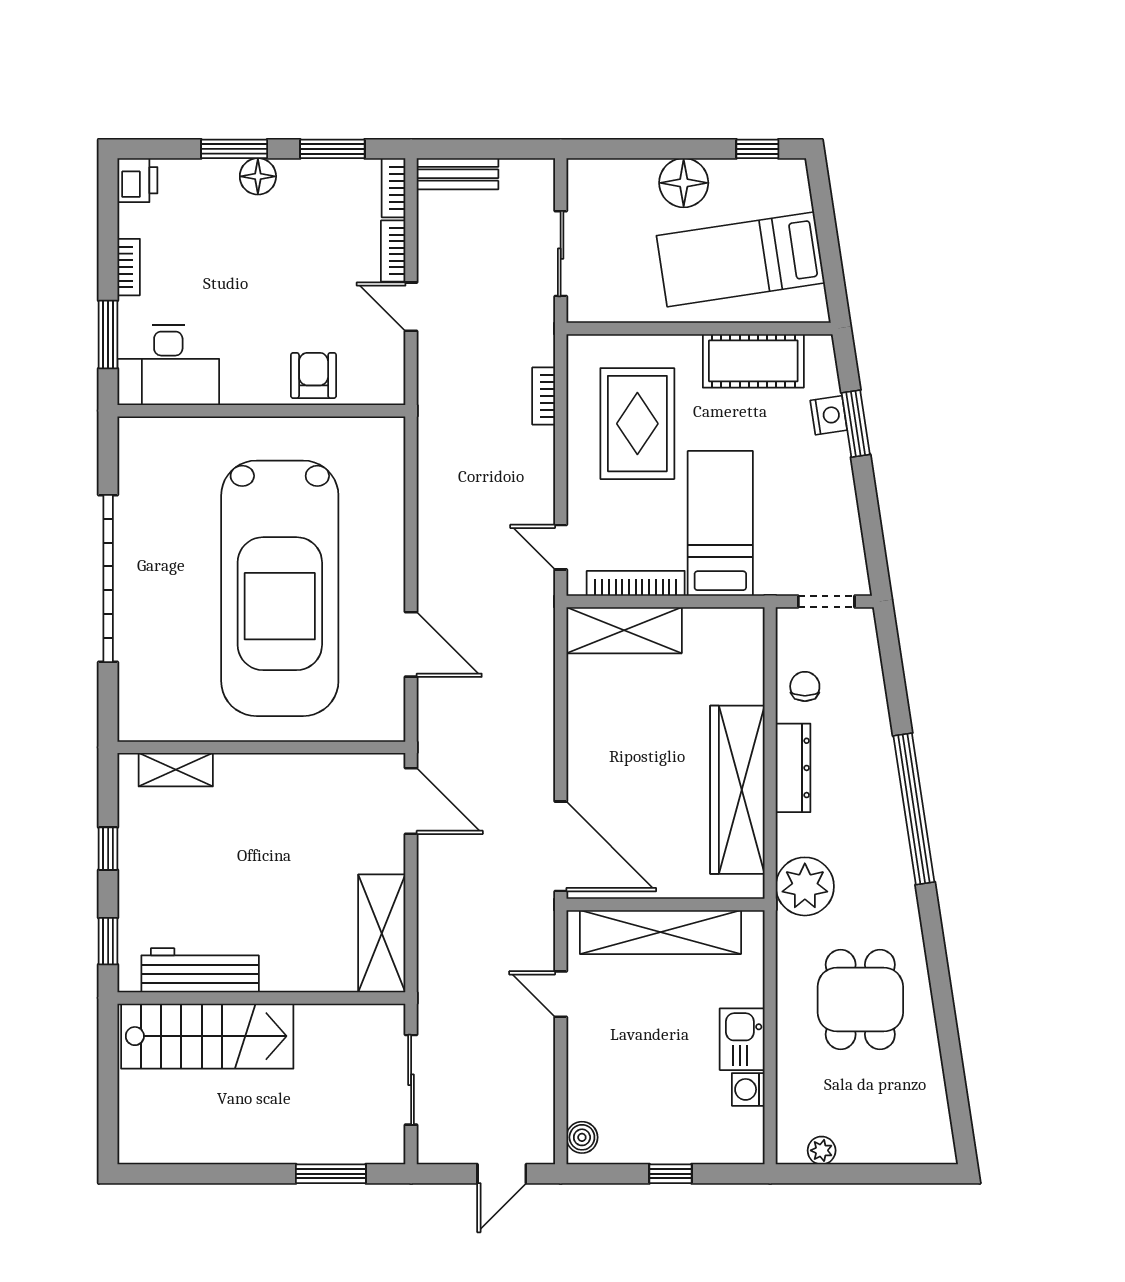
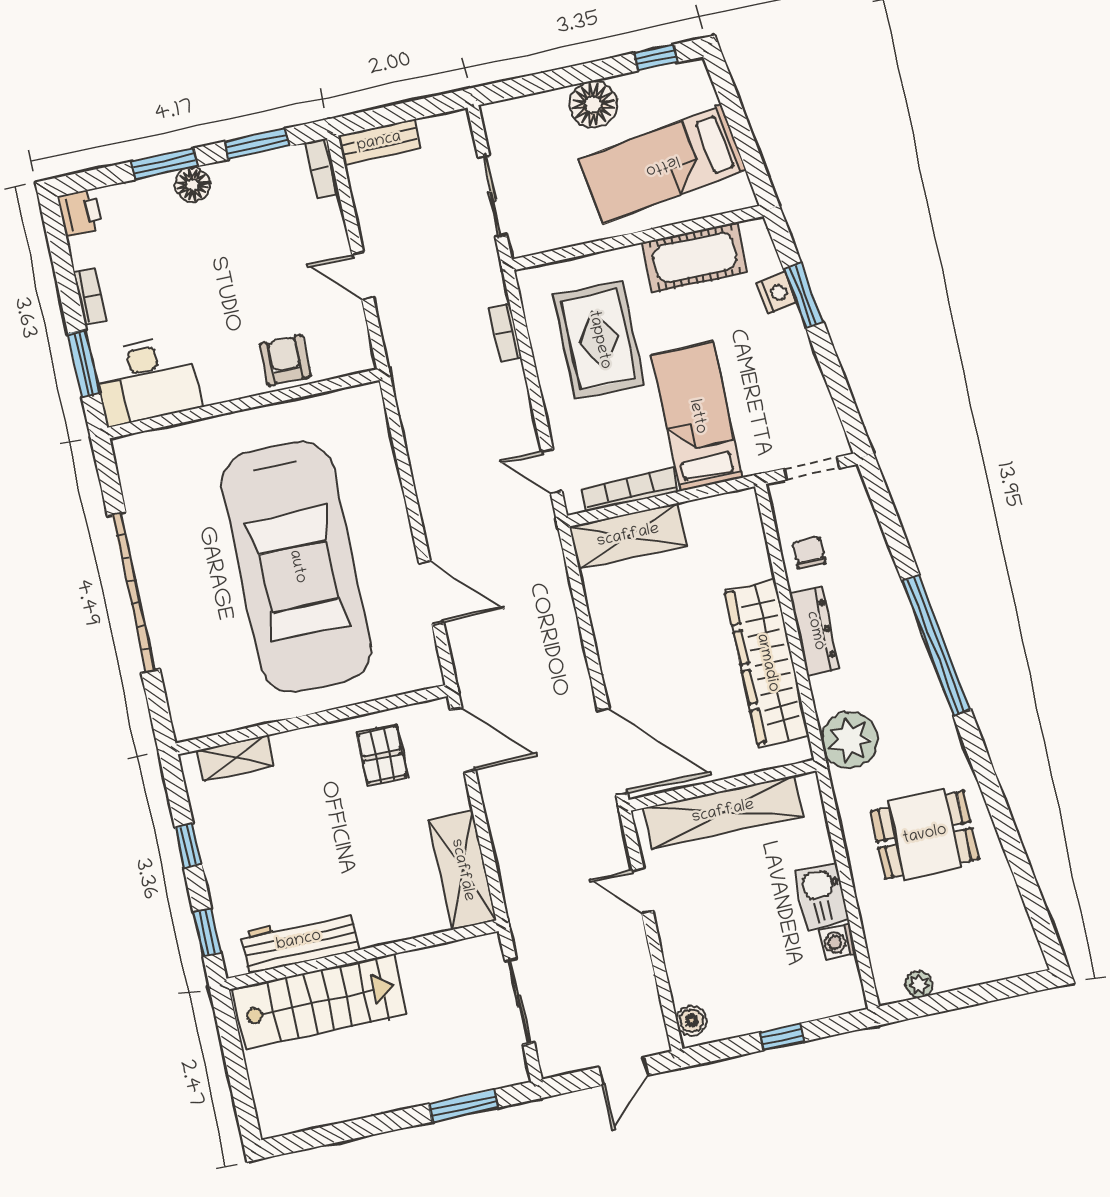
bookcase: (393, 251) -> (335, 227), removed
pallet: (326, 799) -> (382, 755), added
dining table: (860, 1000) -> (925, 835), turned 90

